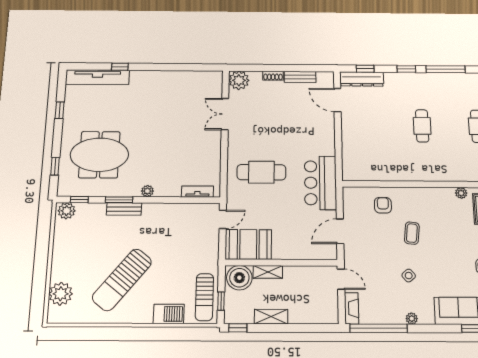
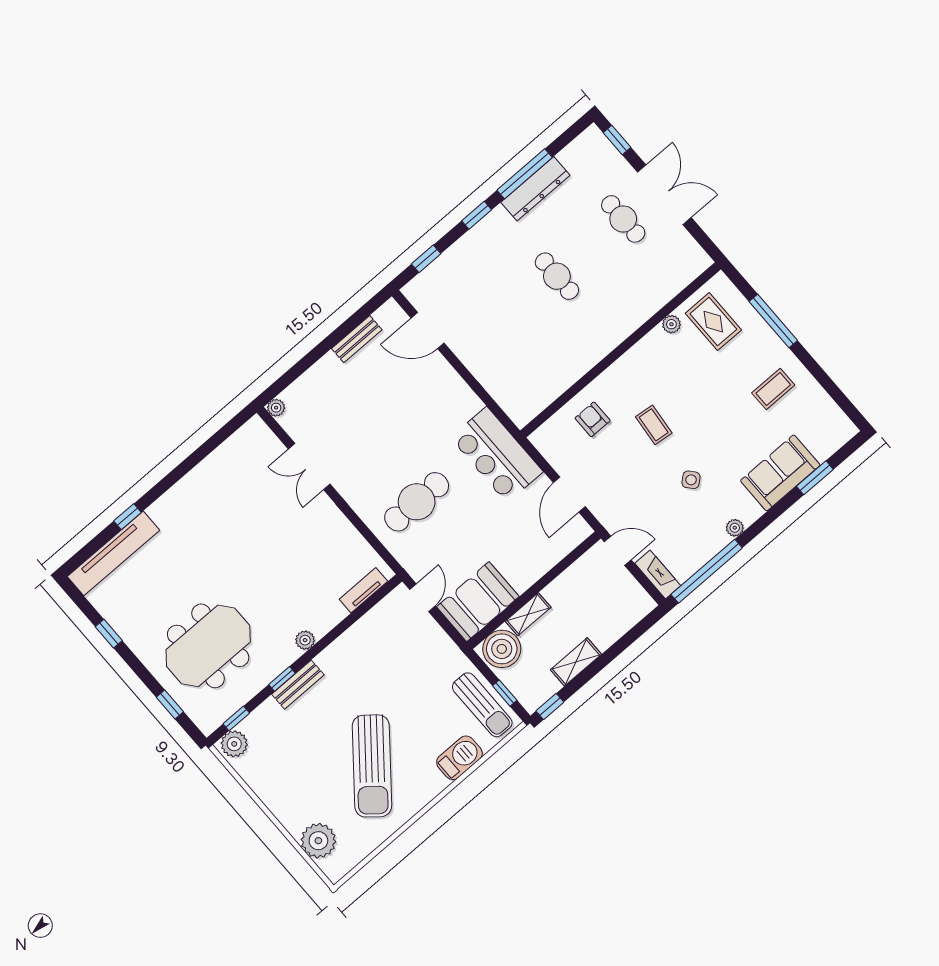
shoe rack: (273, 76) -> (323, 366), removed
dresser: (362, 79) -> (535, 189), moved
plant: (239, 80) -> (276, 408), width x0.53, depth x0.53
window: (119, 200) -> (282, 679), width x0.67

